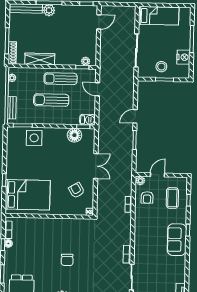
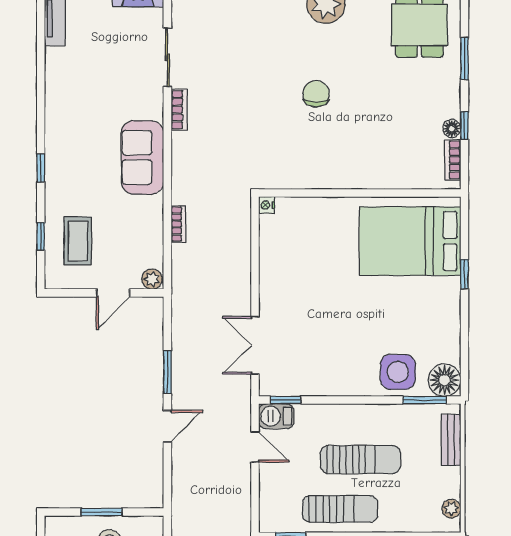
door: (97, 89) -> (255, 447), moved
floor lamp: (74, 135) -> (445, 380), moved
double door: (96, 166) -> (255, 345), moved
armchair: (77, 190) -> (298, 254), removed
armchair: (147, 197) -> (136, 241), removed
sofa: (177, 240) -> (142, 157), moved, turned 180

